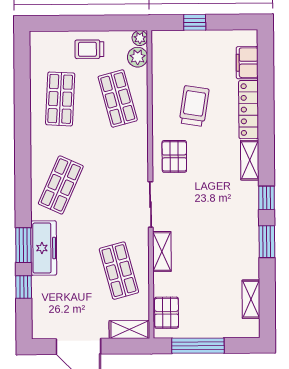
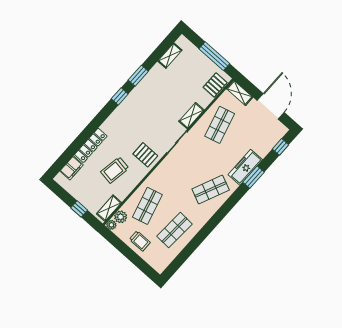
pallet: (174, 156) -> (145, 155), turned 90
shelving: (250, 160) -> (109, 208), moved
window: (24, 287) -> (280, 147), moved

